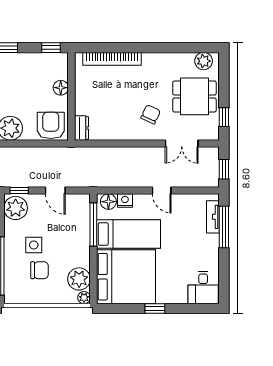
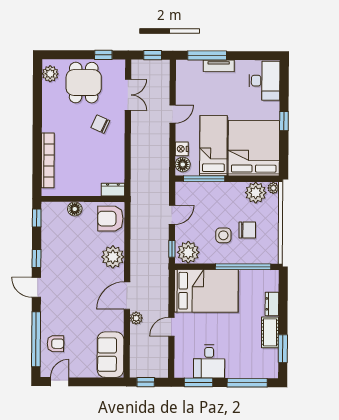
tv unit: (213, 217) -> (219, 66), moved
chair: (40, 270) -> (247, 230), turned 90
desk: (203, 288) -> (264, 81), width x1.37

